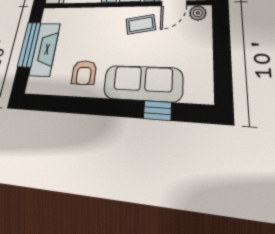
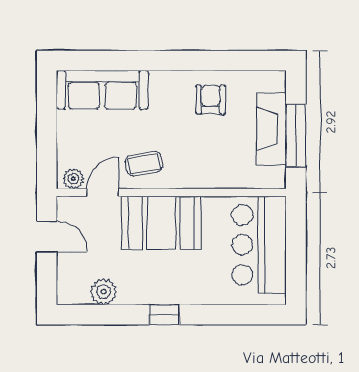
sofa: (143, 83) -> (102, 90), moved
window: (157, 111) -> (117, 61), removed

